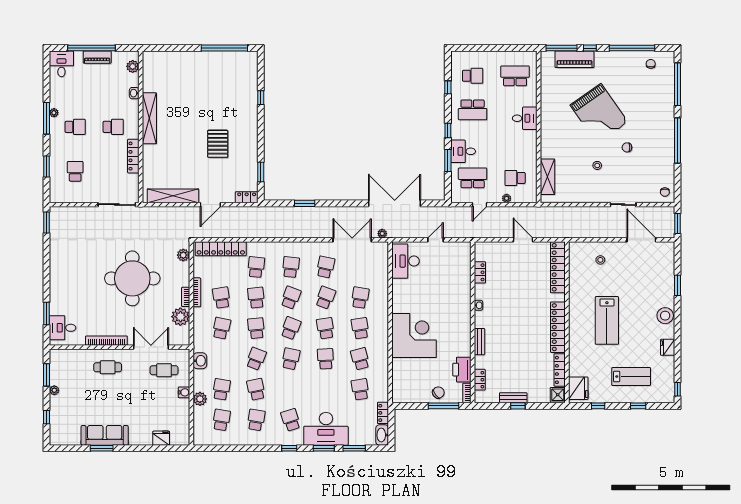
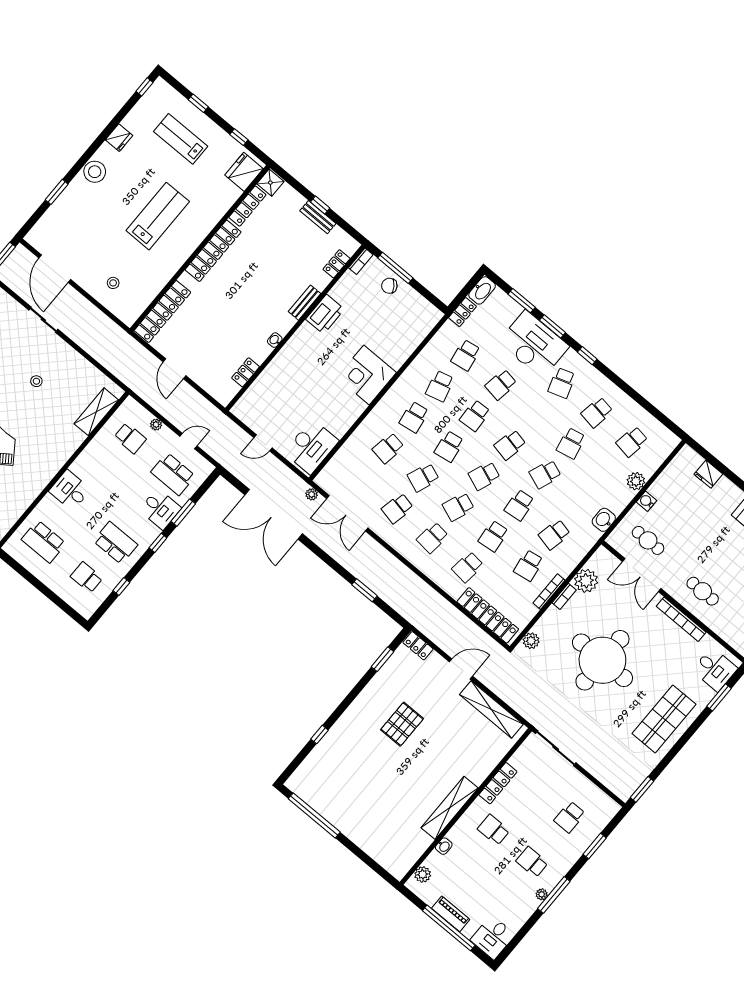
shop shelf: (68, 274) -> (664, 719), added
corner desk: (414, 335) -> (366, 375), width x0.74, depth x0.74
printer: (462, 370) -> (325, 314), moved
school desk: (221, 389) -> (501, 385), moved

